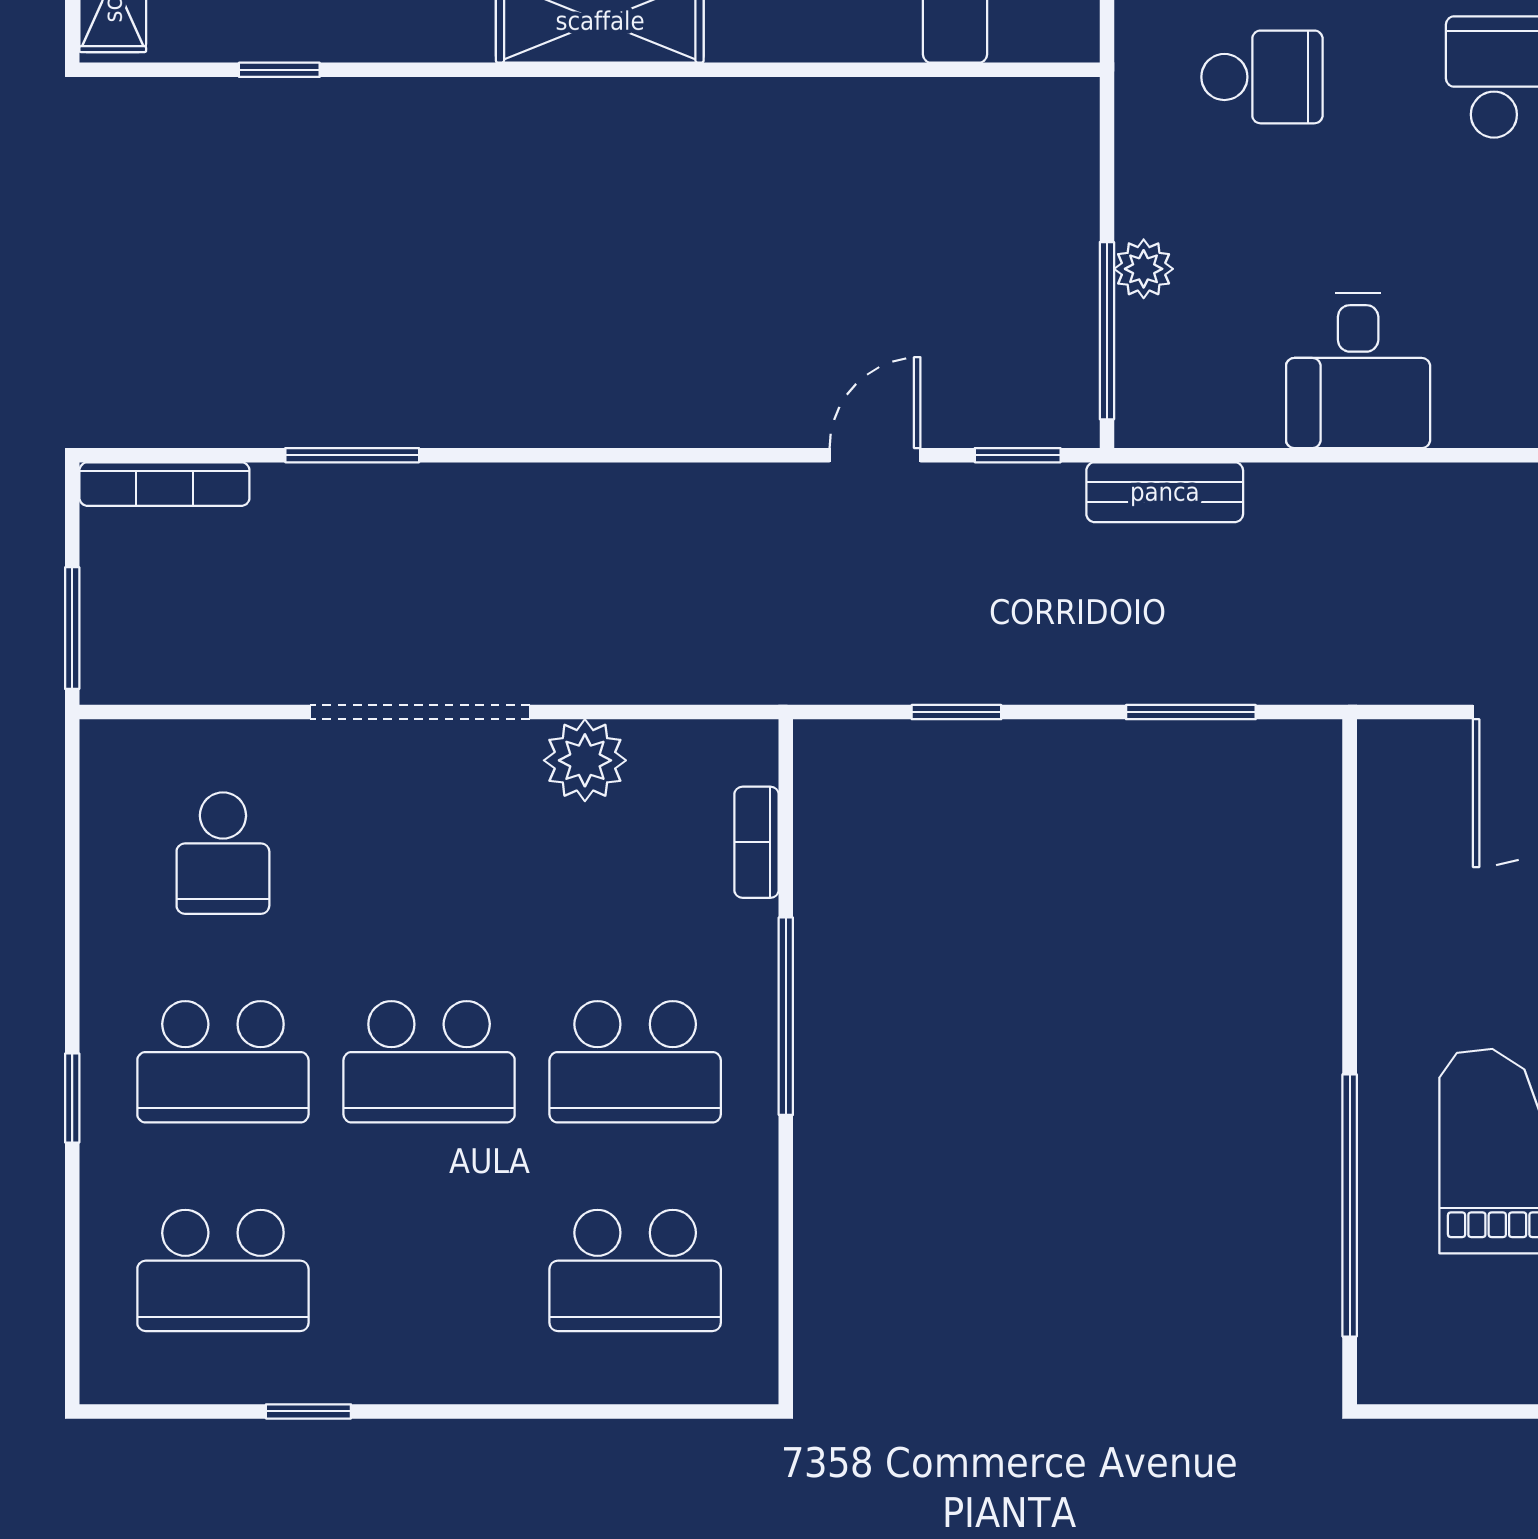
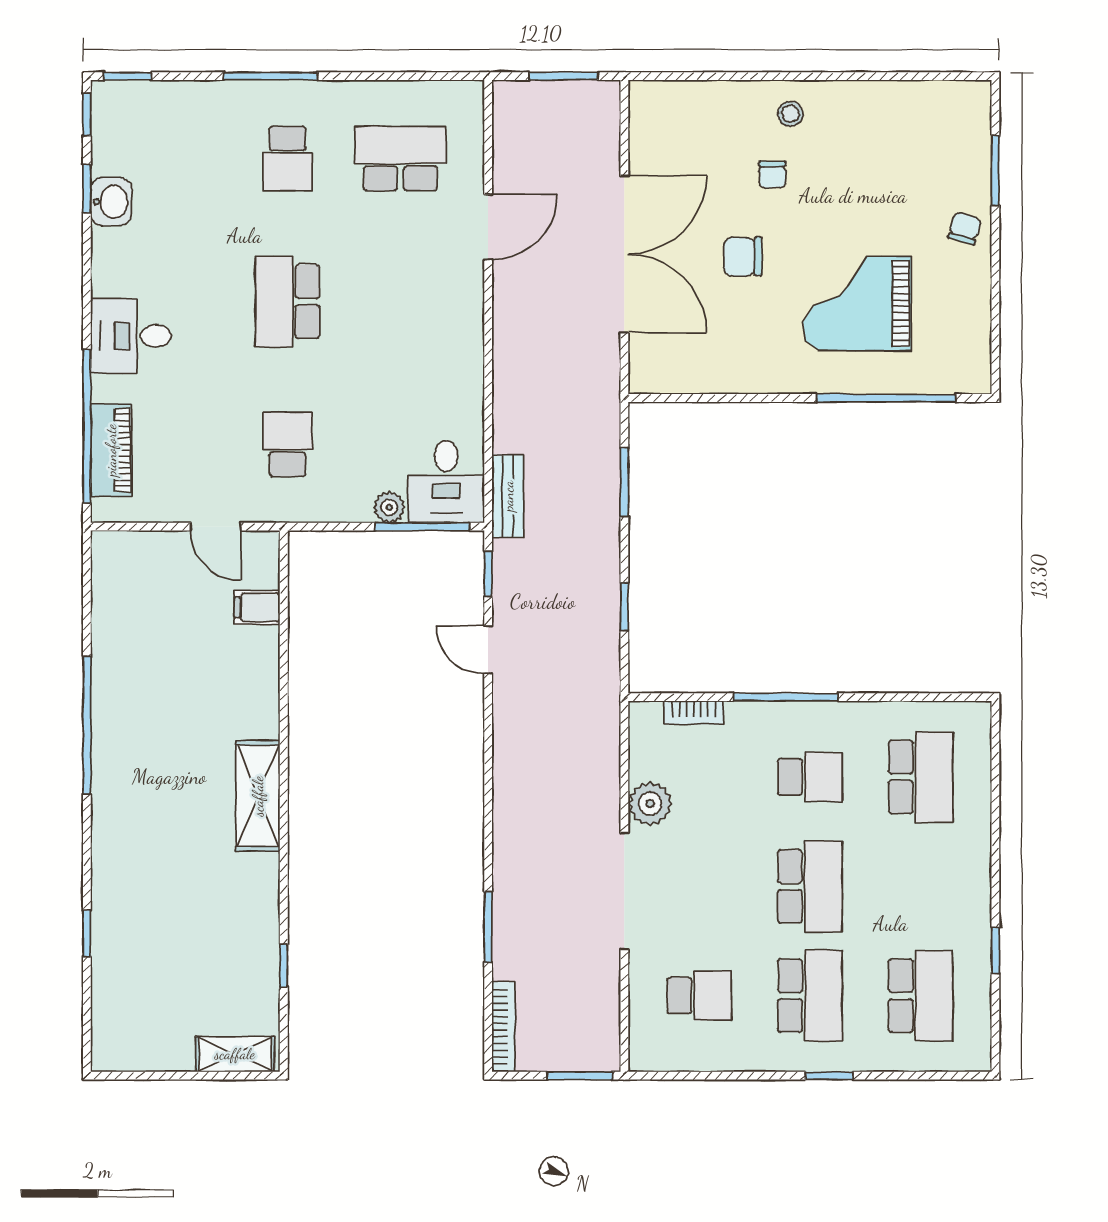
desk: (1358, 370) -> (446, 482), moved, turned 90
school desk: (635, 1062) -> (810, 777), width x0.54

